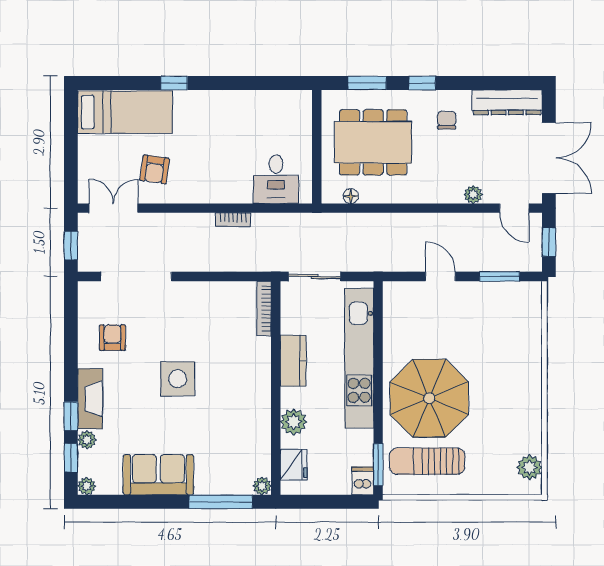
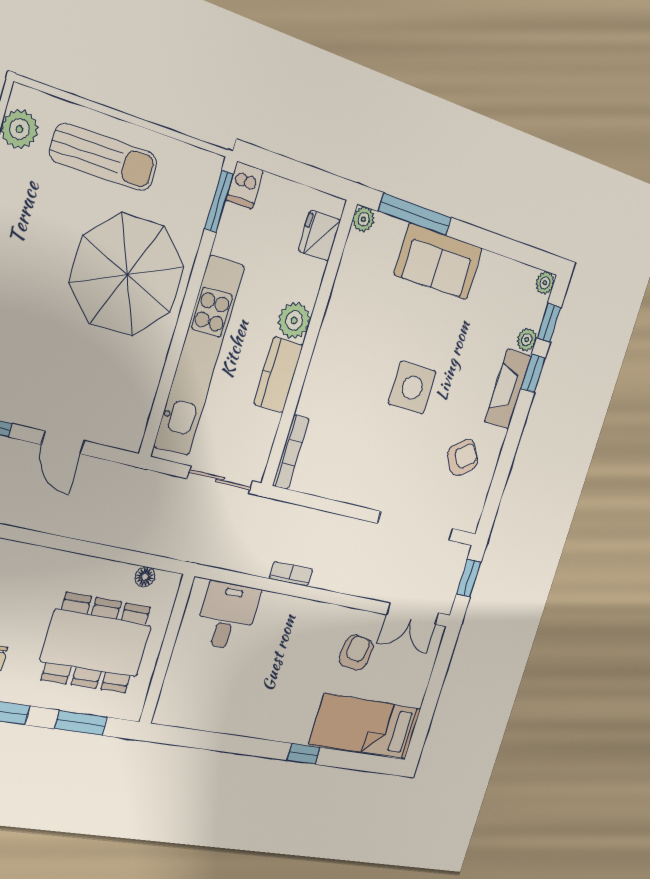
armchair: (112, 338) -> (463, 457), turned -125
plant: (294, 422) -> (294, 320), moved
sun lounger: (427, 461) -> (104, 157), moved
sofa: (158, 475) -> (438, 262), moved

